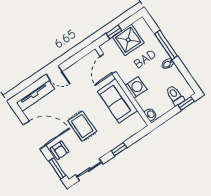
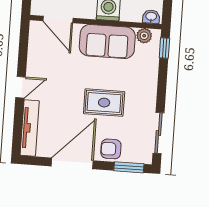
plant: (137, 119) -> (144, 36), added
window: (119, 149) -> (164, 48), moved
armchair: (60, 150) -> (111, 149), turned 180

